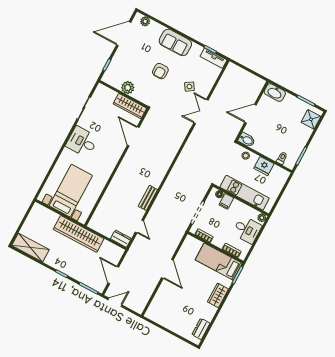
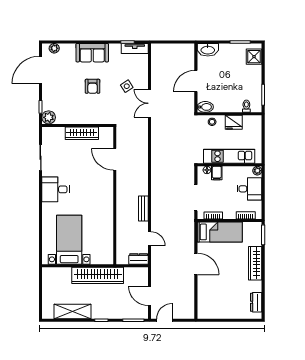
plant: (128, 88) -> (49, 117), moved
door: (133, 136) -> (115, 159), moved
wall: (117, 167) -> (115, 196), moved
shelving: (30, 248) -> (72, 311), moved
bed: (219, 262) -> (220, 232), moved, turned 180
wardrobe: (218, 295) -> (255, 263), width x1.50

